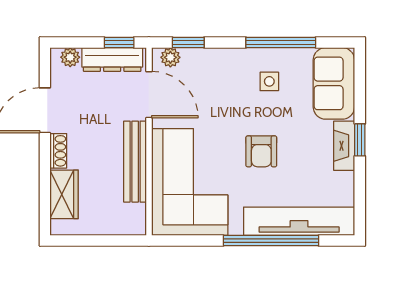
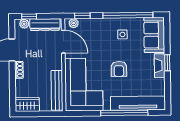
window: (119, 43) -> (29, 16), moved
window: (281, 43) -> (128, 15), width x1.46
bench: (135, 162) -> (57, 90), moved
wardrobe: (64, 194) -> (27, 105), moved, turned -90

